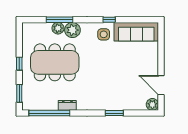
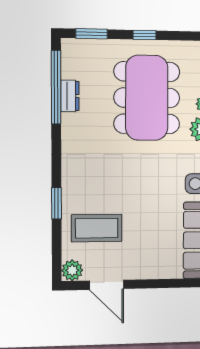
door: (161, 85) -> (106, 285), swing flipped
coffee table: (129, 91) -> (97, 228), added
dresser: (67, 105) -> (70, 96), moved

